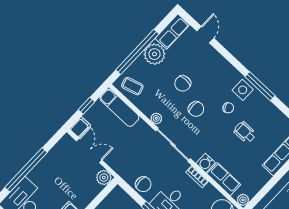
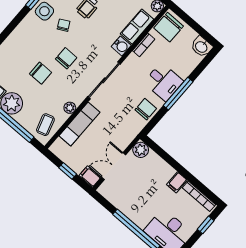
exam couch: (119, 108) -> (79, 124), moved
plant: (156, 118) -> (70, 108), moved
bookcase: (197, 177) -> (144, 45), moved

